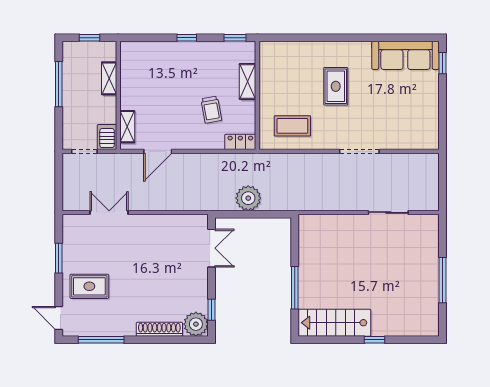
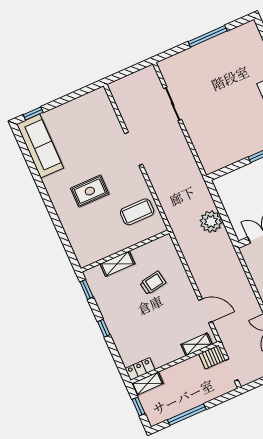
shelving: (109, 78) -> (147, 384), moved
coffee table: (292, 126) -> (137, 212), turned 90
locker: (240, 142) -> (140, 369), moved, turned 90

